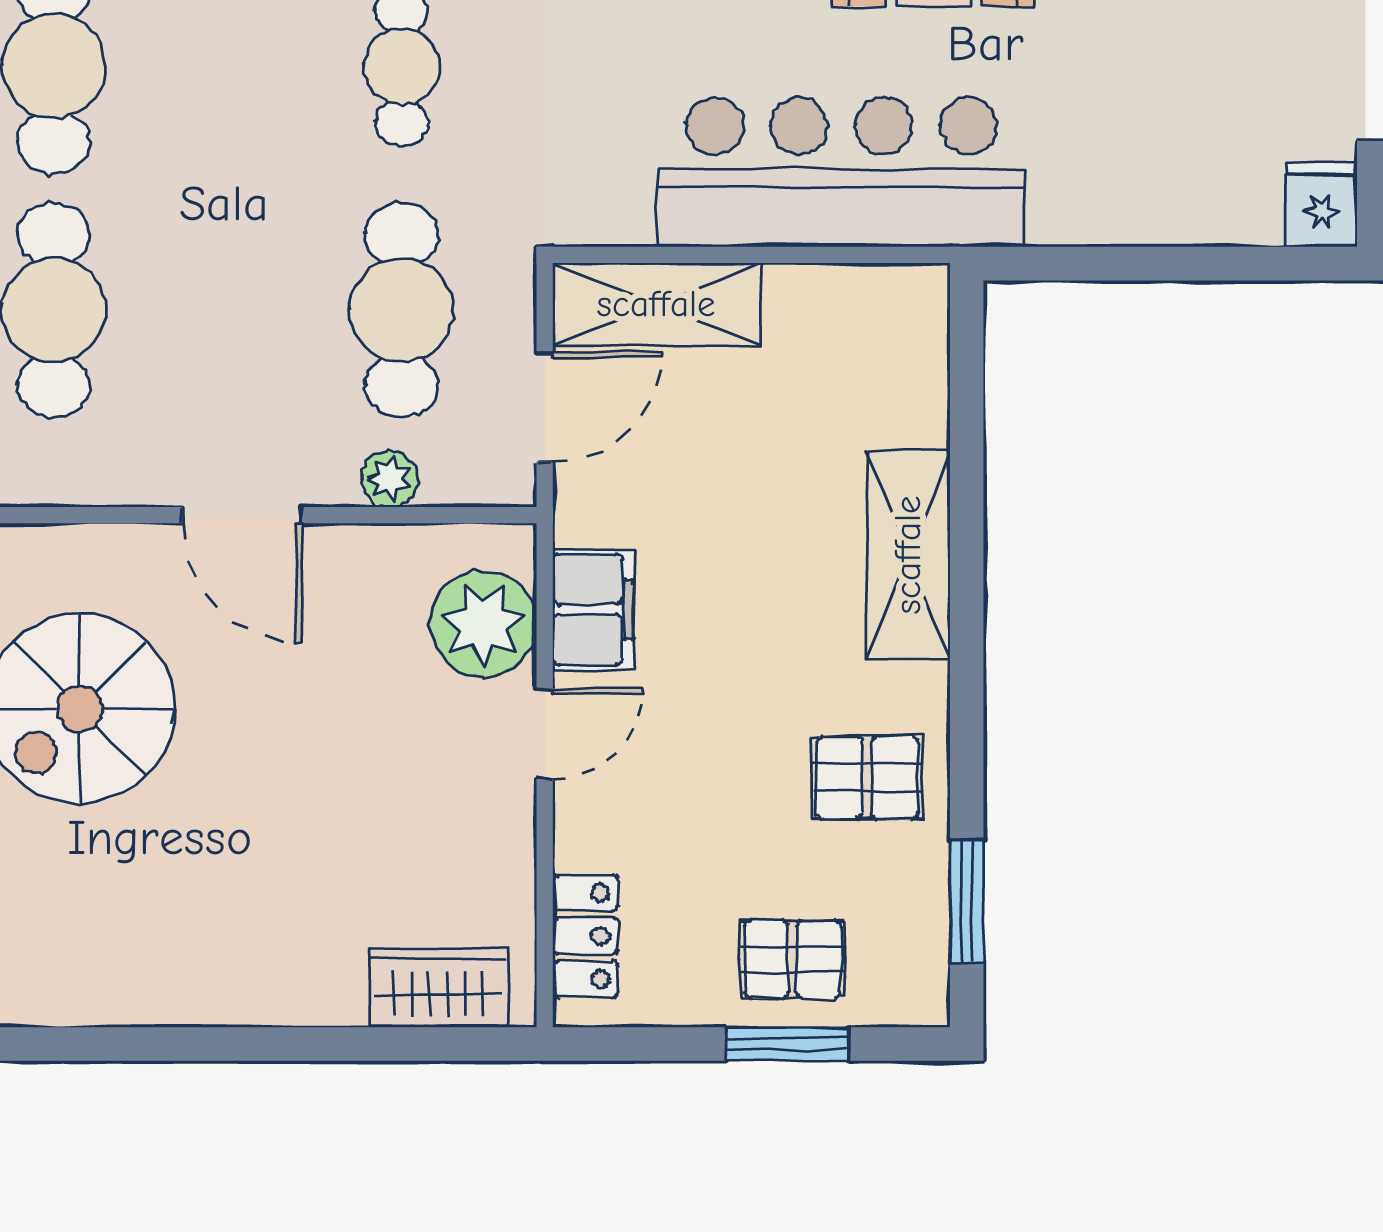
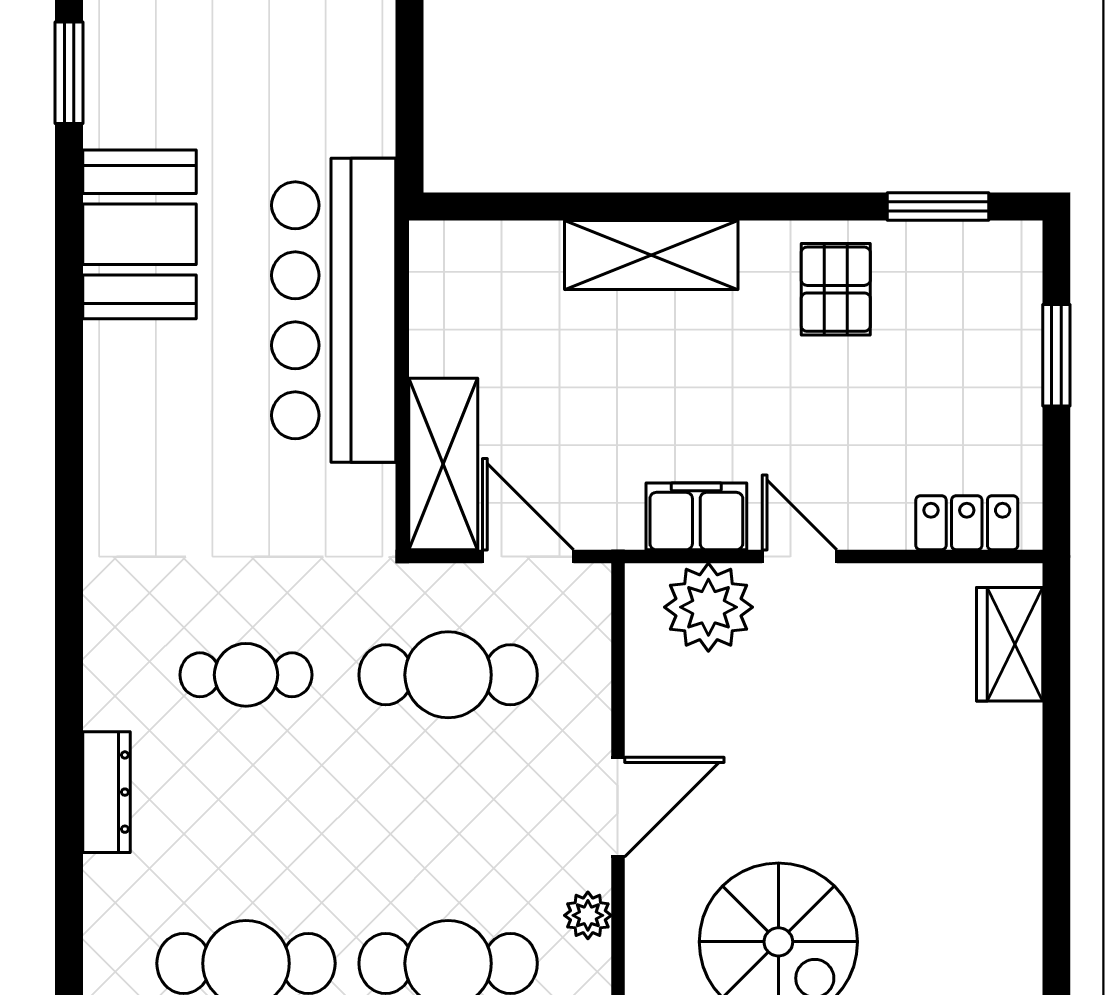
plant: (390, 479) -> (588, 915), moved
pallet: (792, 959) -> (986, 351), removed

